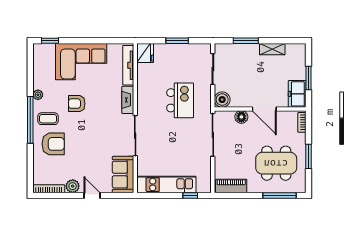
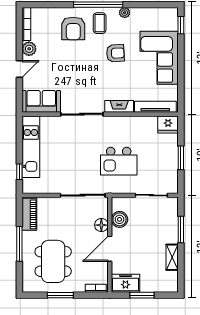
boiler: (222, 100) -> (119, 219), moved
armchair: (77, 104) -> (115, 53), turned 87
window: (279, 195) -> (19, 244), moved

